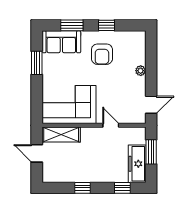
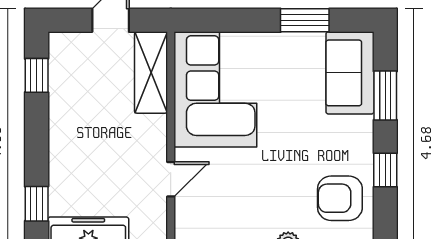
armchair: (102, 54) -> (340, 198), moved
window: (82, 188) -> (37, 75), moved

